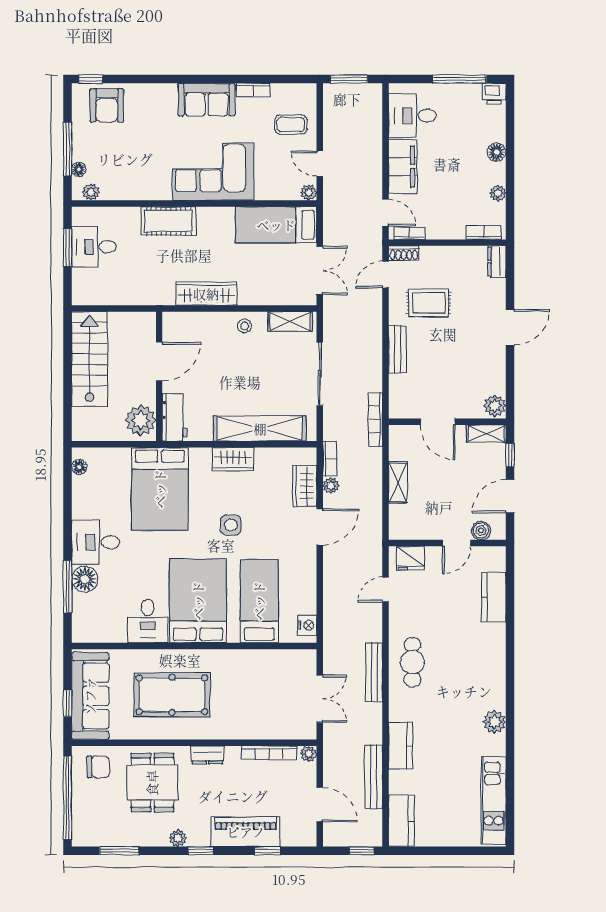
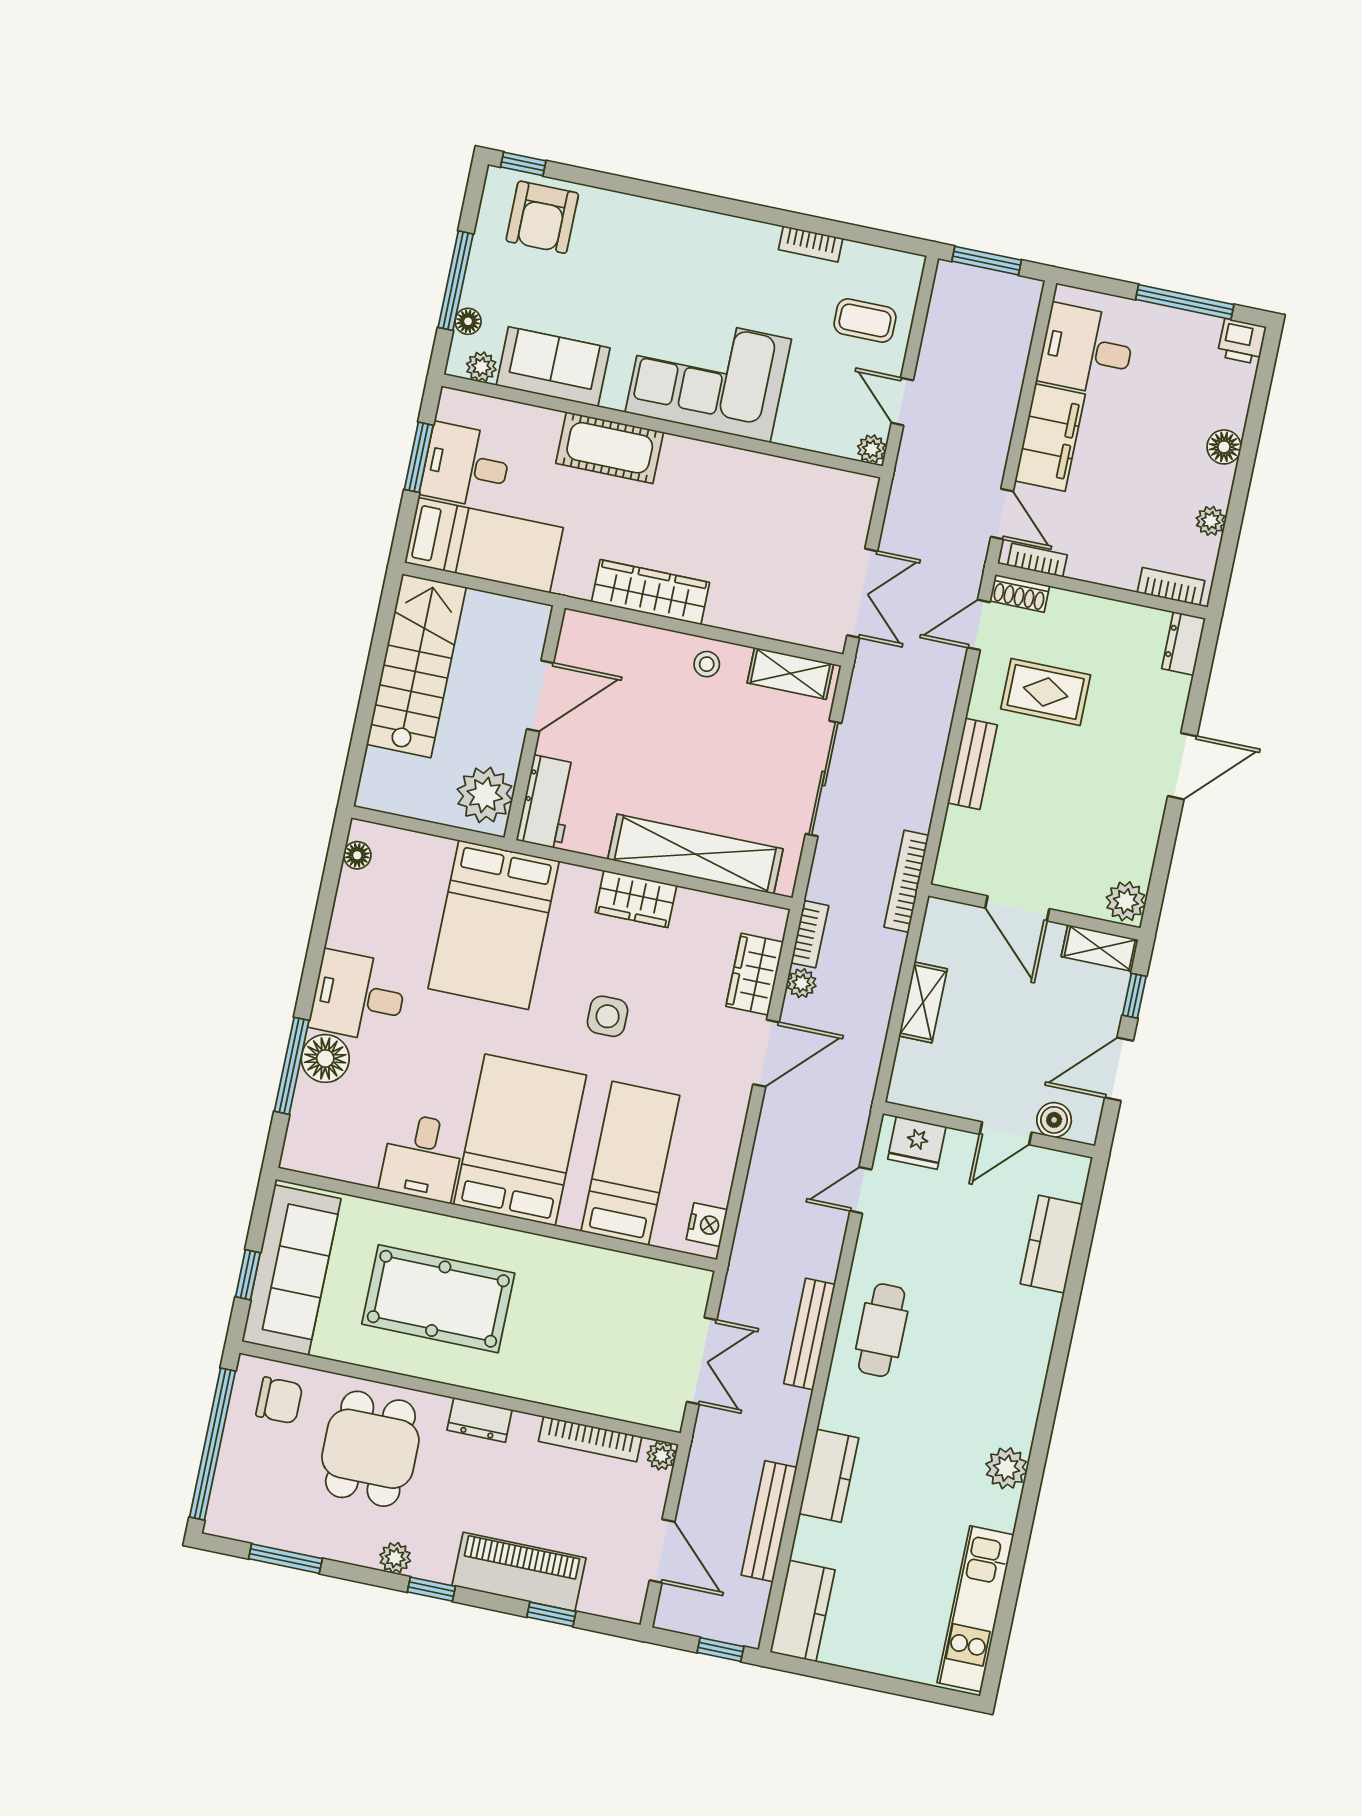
sofa: (206, 100) -> (553, 367), moved, turned 180
bed: (276, 225) -> (484, 545), moved, turned 180

